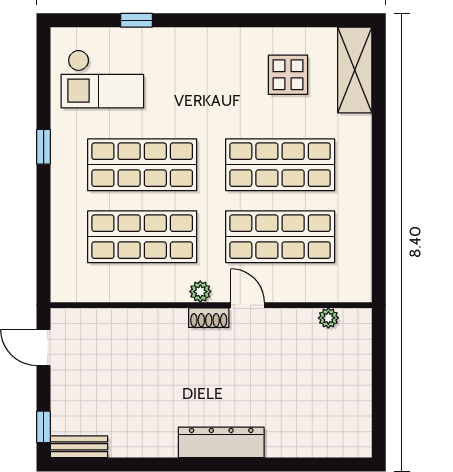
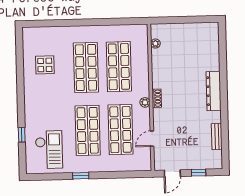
shelving: (355, 70) -> (42, 34), removed
door: (247, 305) -> (152, 139), moved
window: (44, 427) -> (199, 173), moved
bench: (79, 447) -> (217, 137), moved

